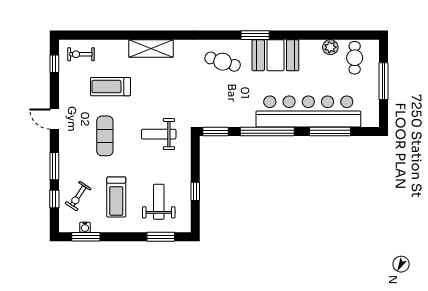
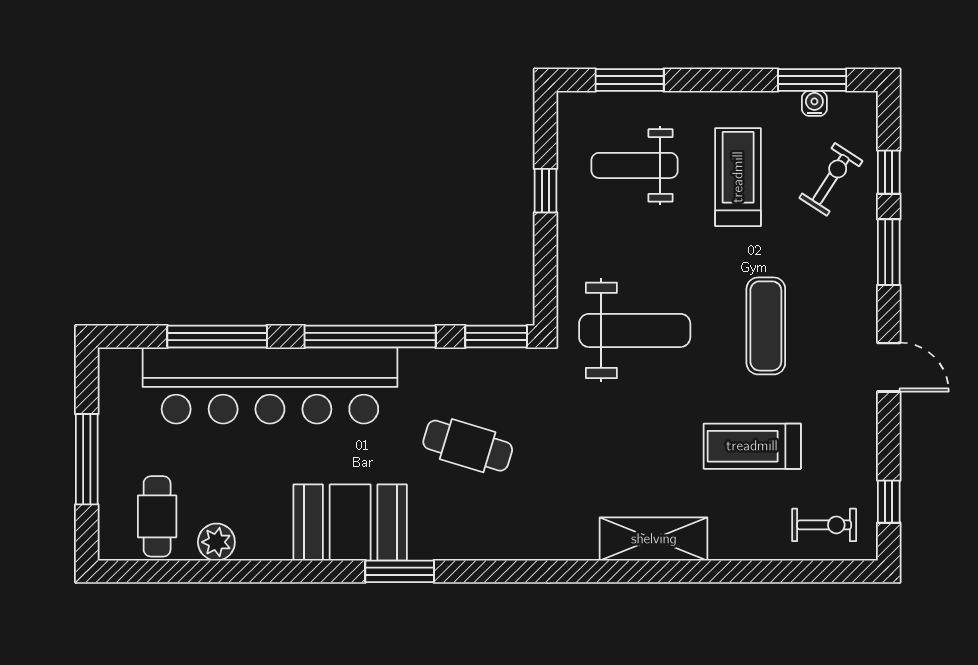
cafe table: (223, 62) -> (468, 446), moved
treadmill: (110, 87) -> (752, 446), turned 180
weight bench: (159, 134) -> (635, 330), width x1.36, depth x1.33
weight bench: (159, 202) -> (635, 165), turned 90

